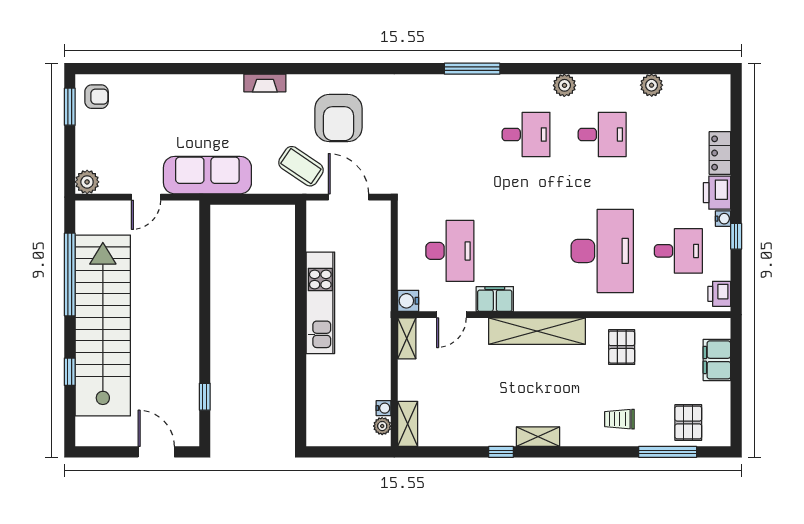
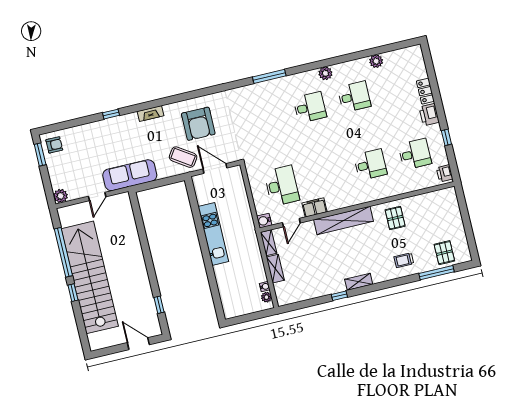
window: (201, 69) -> (111, 114), added
water cooler: (723, 219) -> (436, 129), removed
desk: (602, 251) -> (370, 165), width x0.53, depth x0.77
filing cabinet: (717, 360) -> (452, 212), removed
window: (70, 372) -> (73, 293), moved
shelving: (408, 424) -> (275, 269), moved

